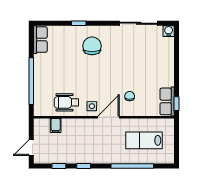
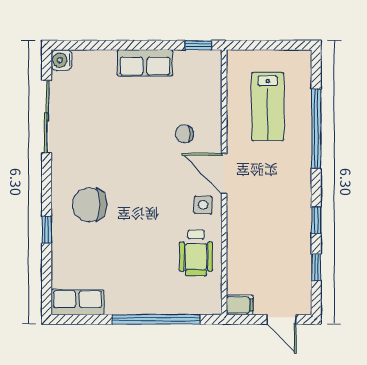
row of seats: (167, 101) -> (145, 63), moved
filing cabinet: (56, 125) -> (240, 305), moved

